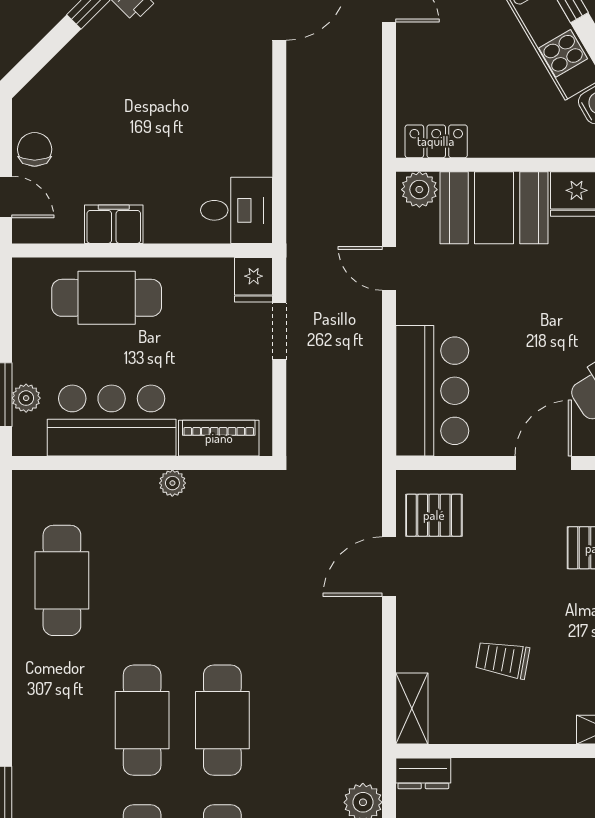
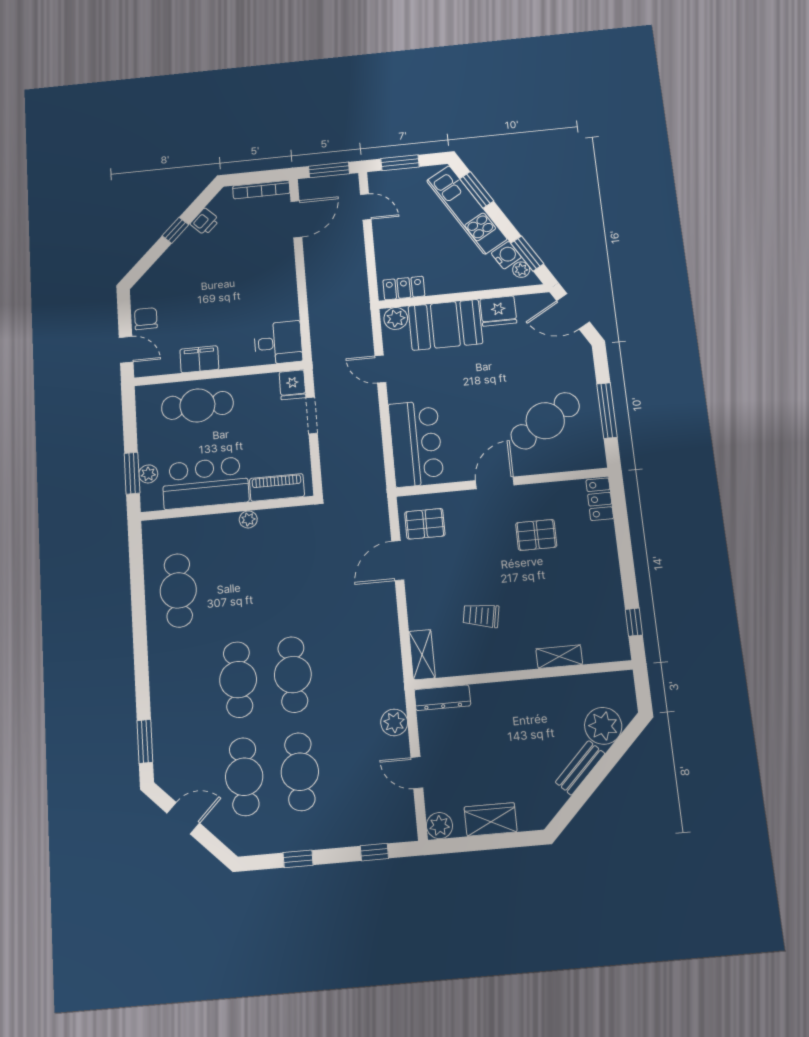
dresser: (423, 773) -> (442, 698), width x1.44

